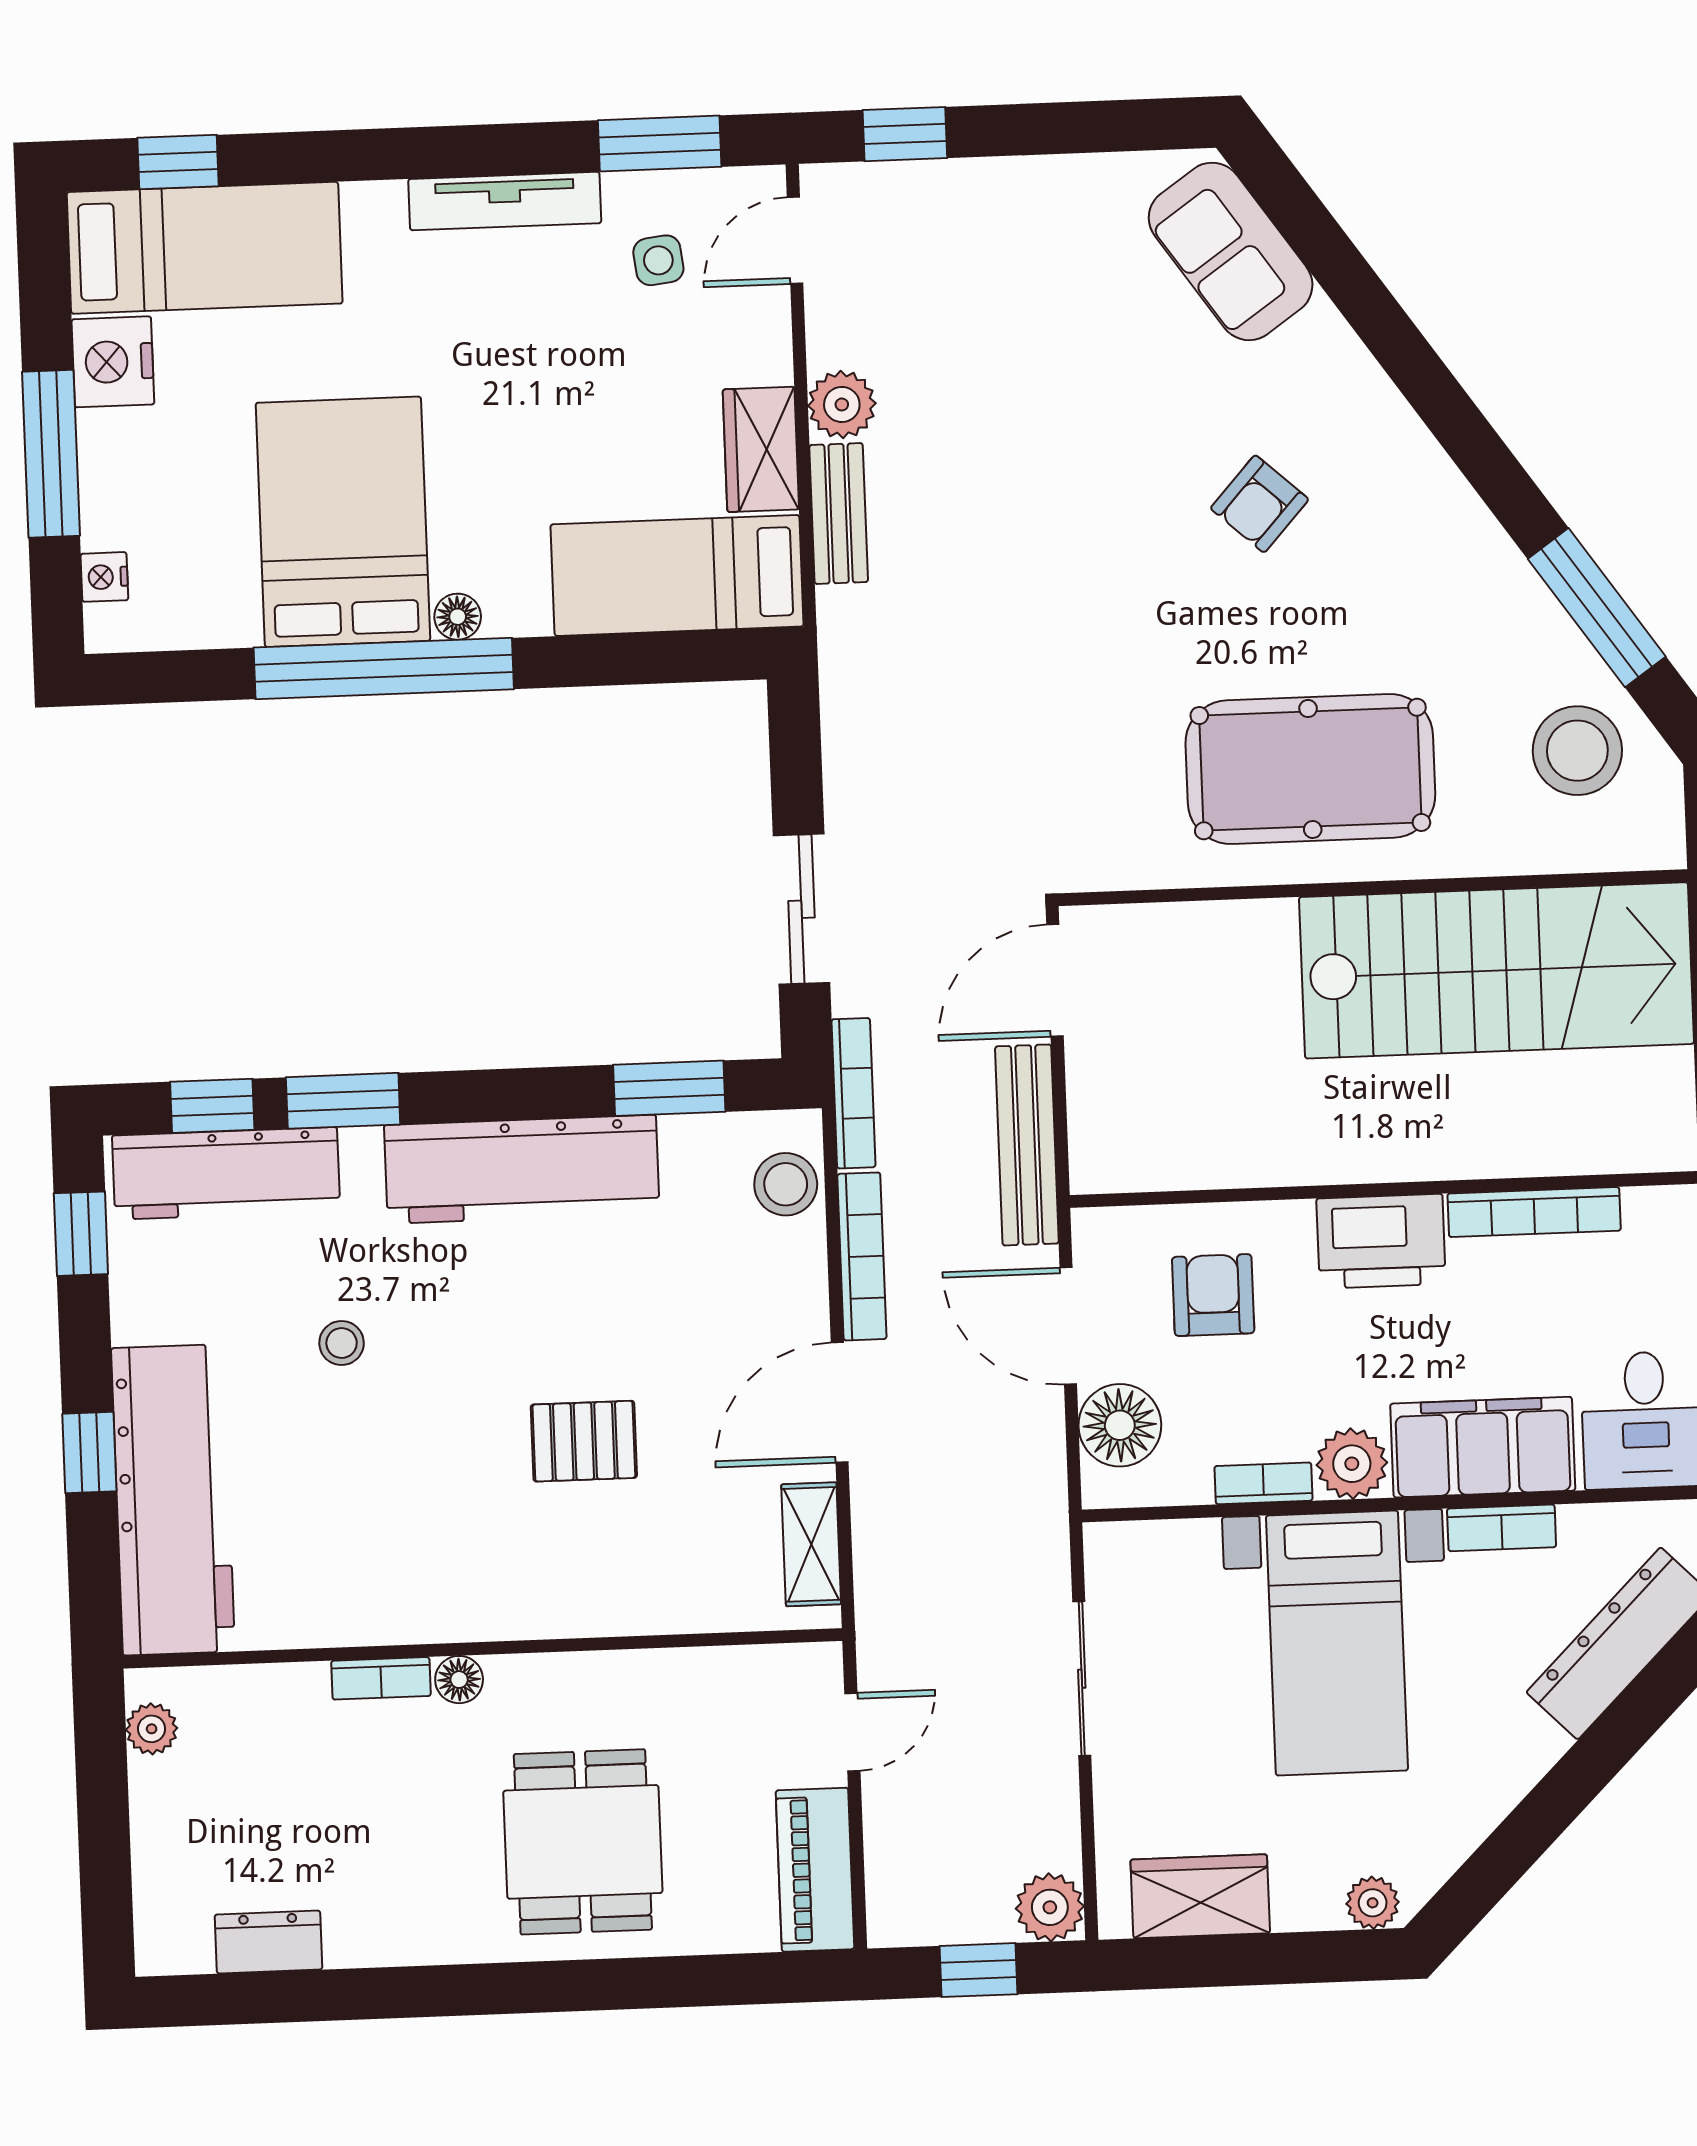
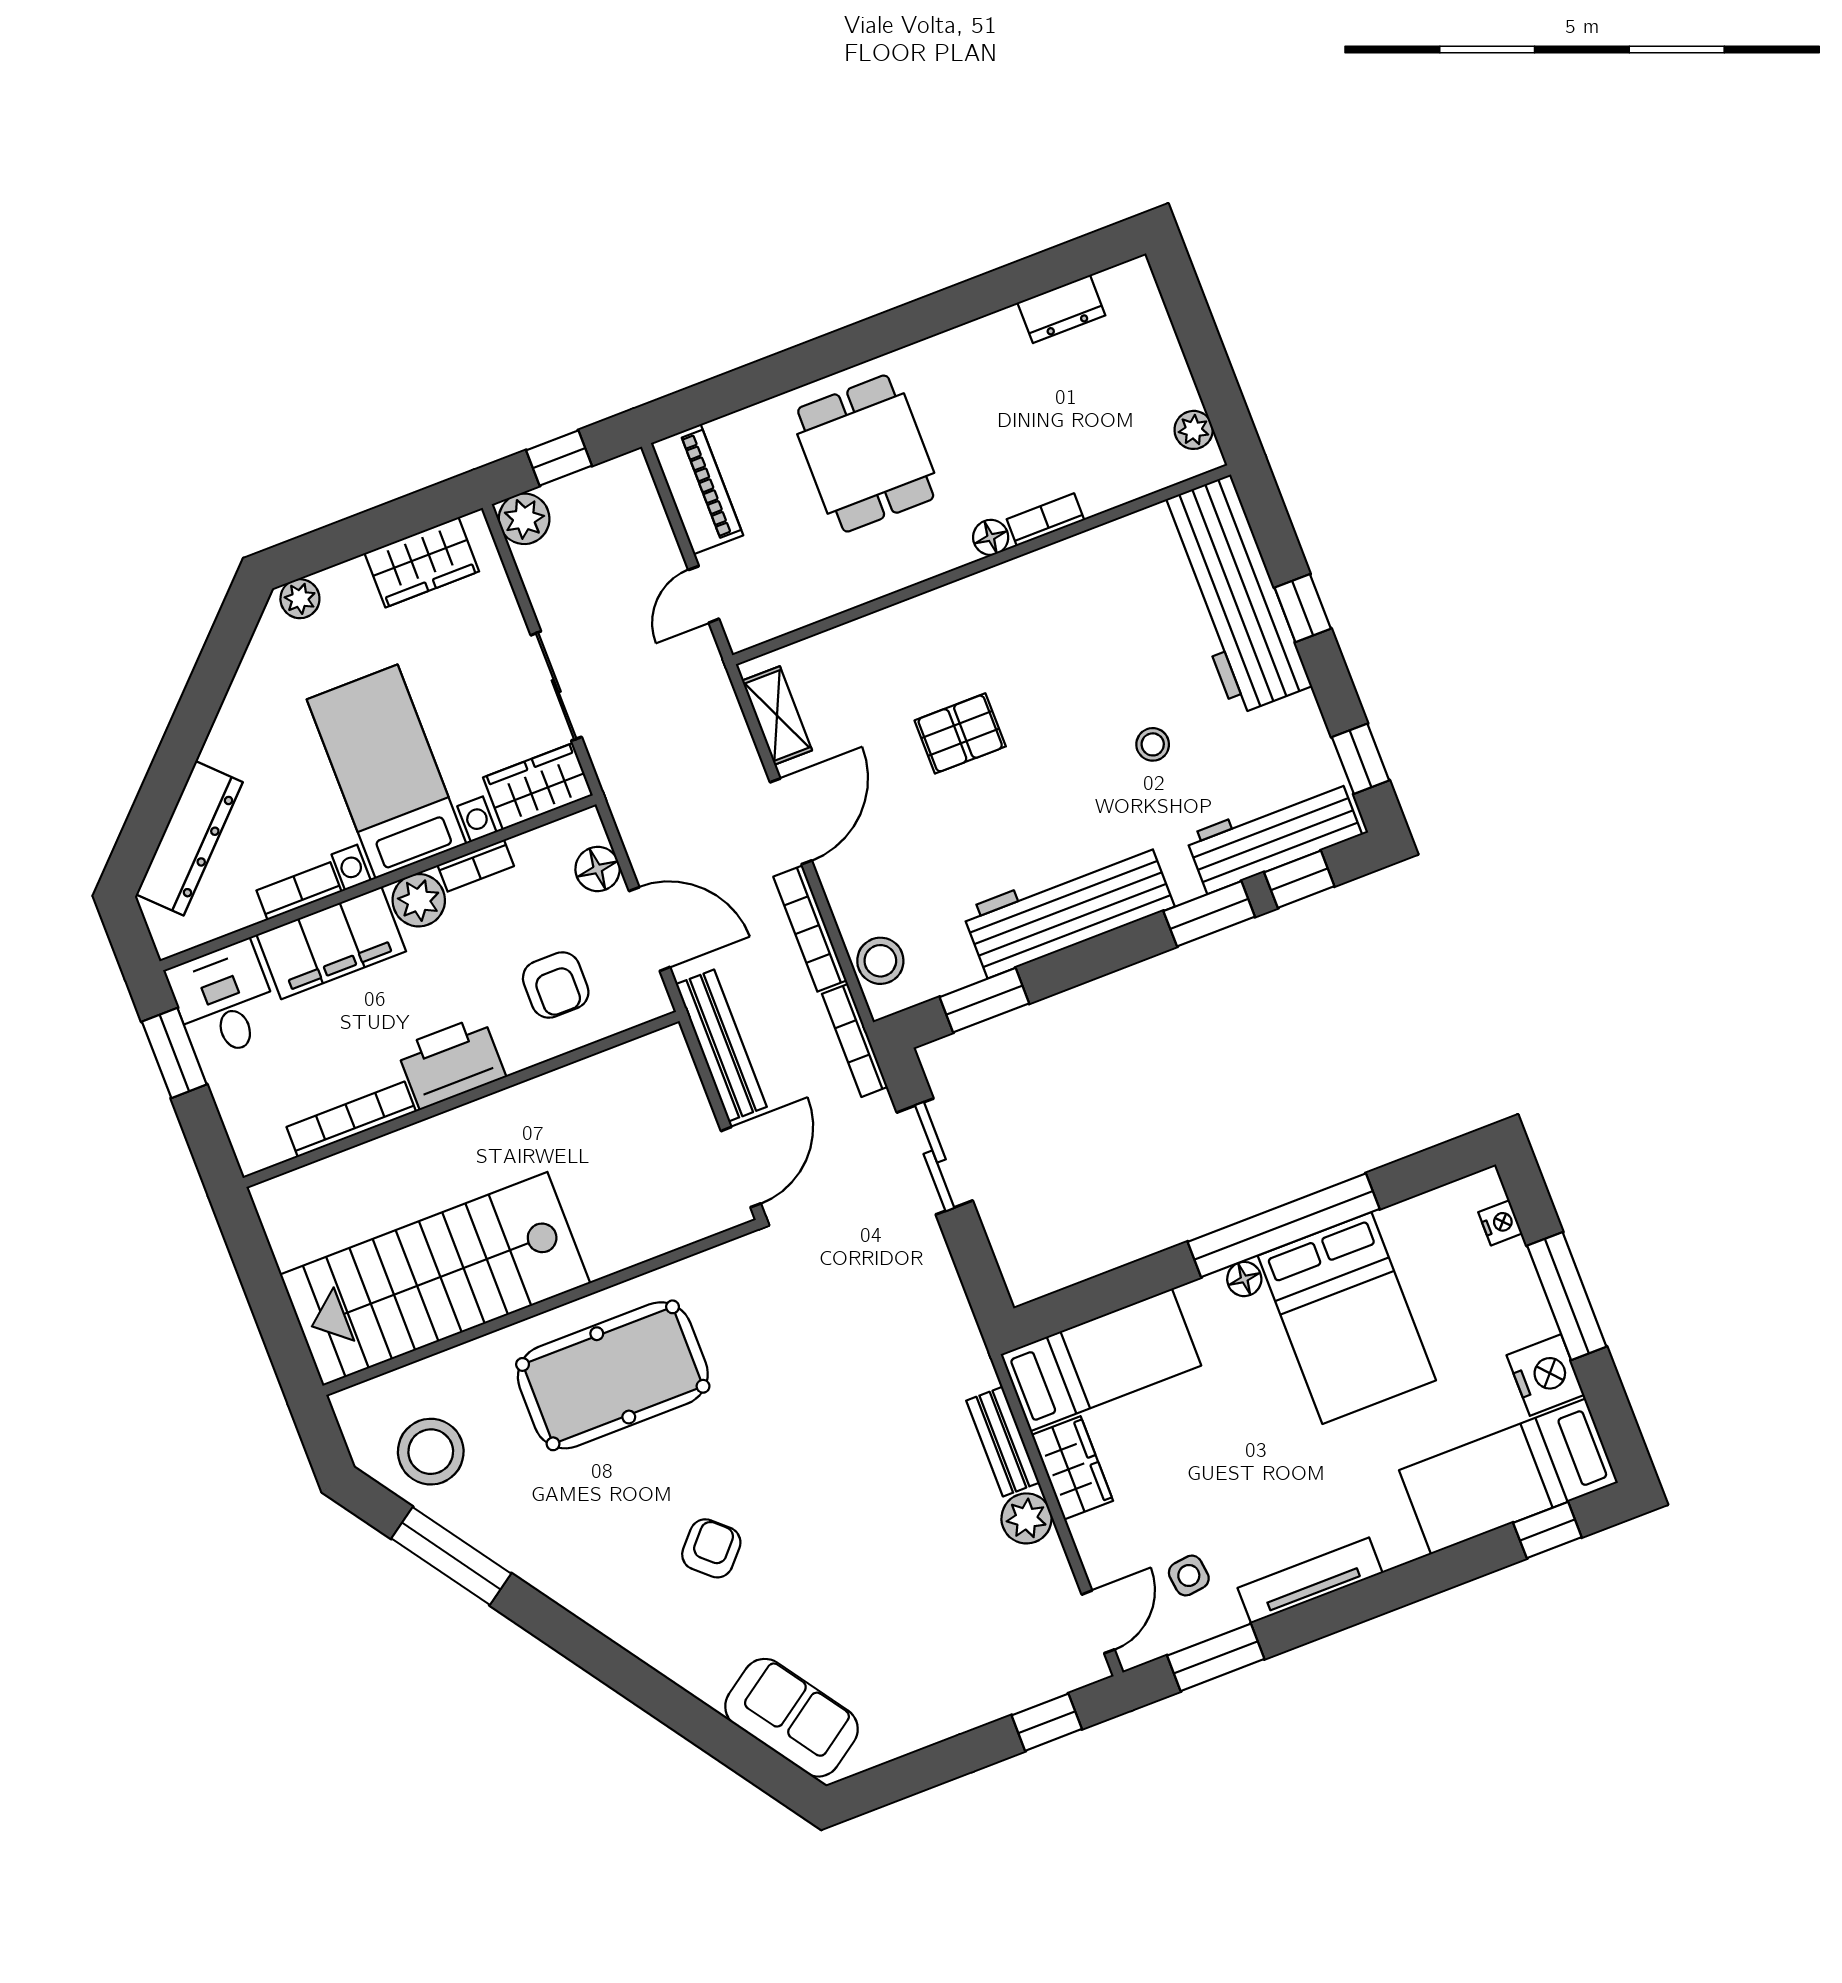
floor lamp: (1120, 1425) -> (598, 869), width x0.73, depth x0.73
wardrobe: (1149, 1558) -> (538, 786), added

